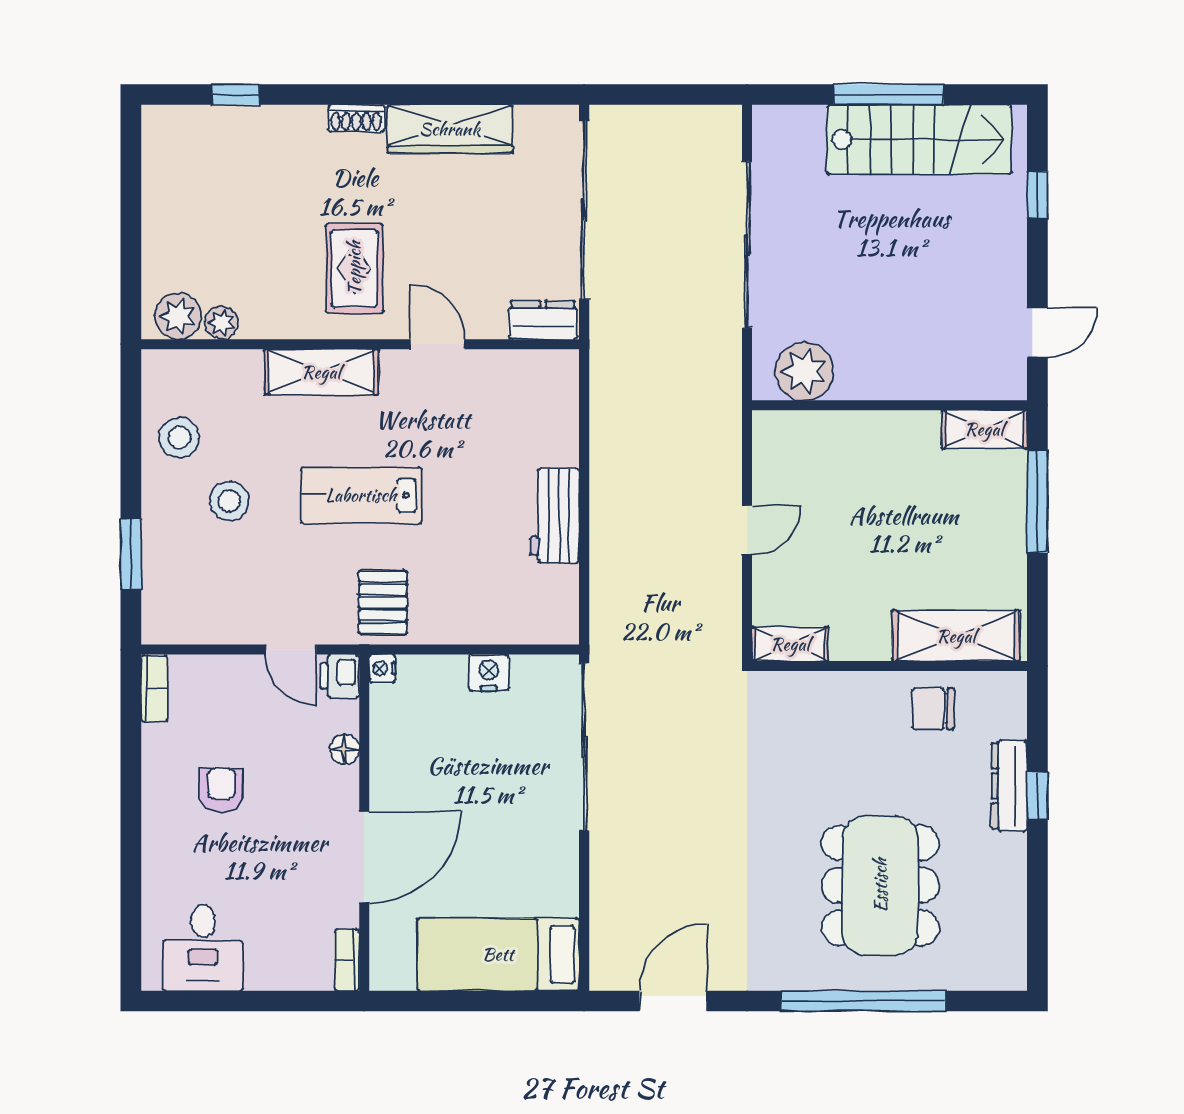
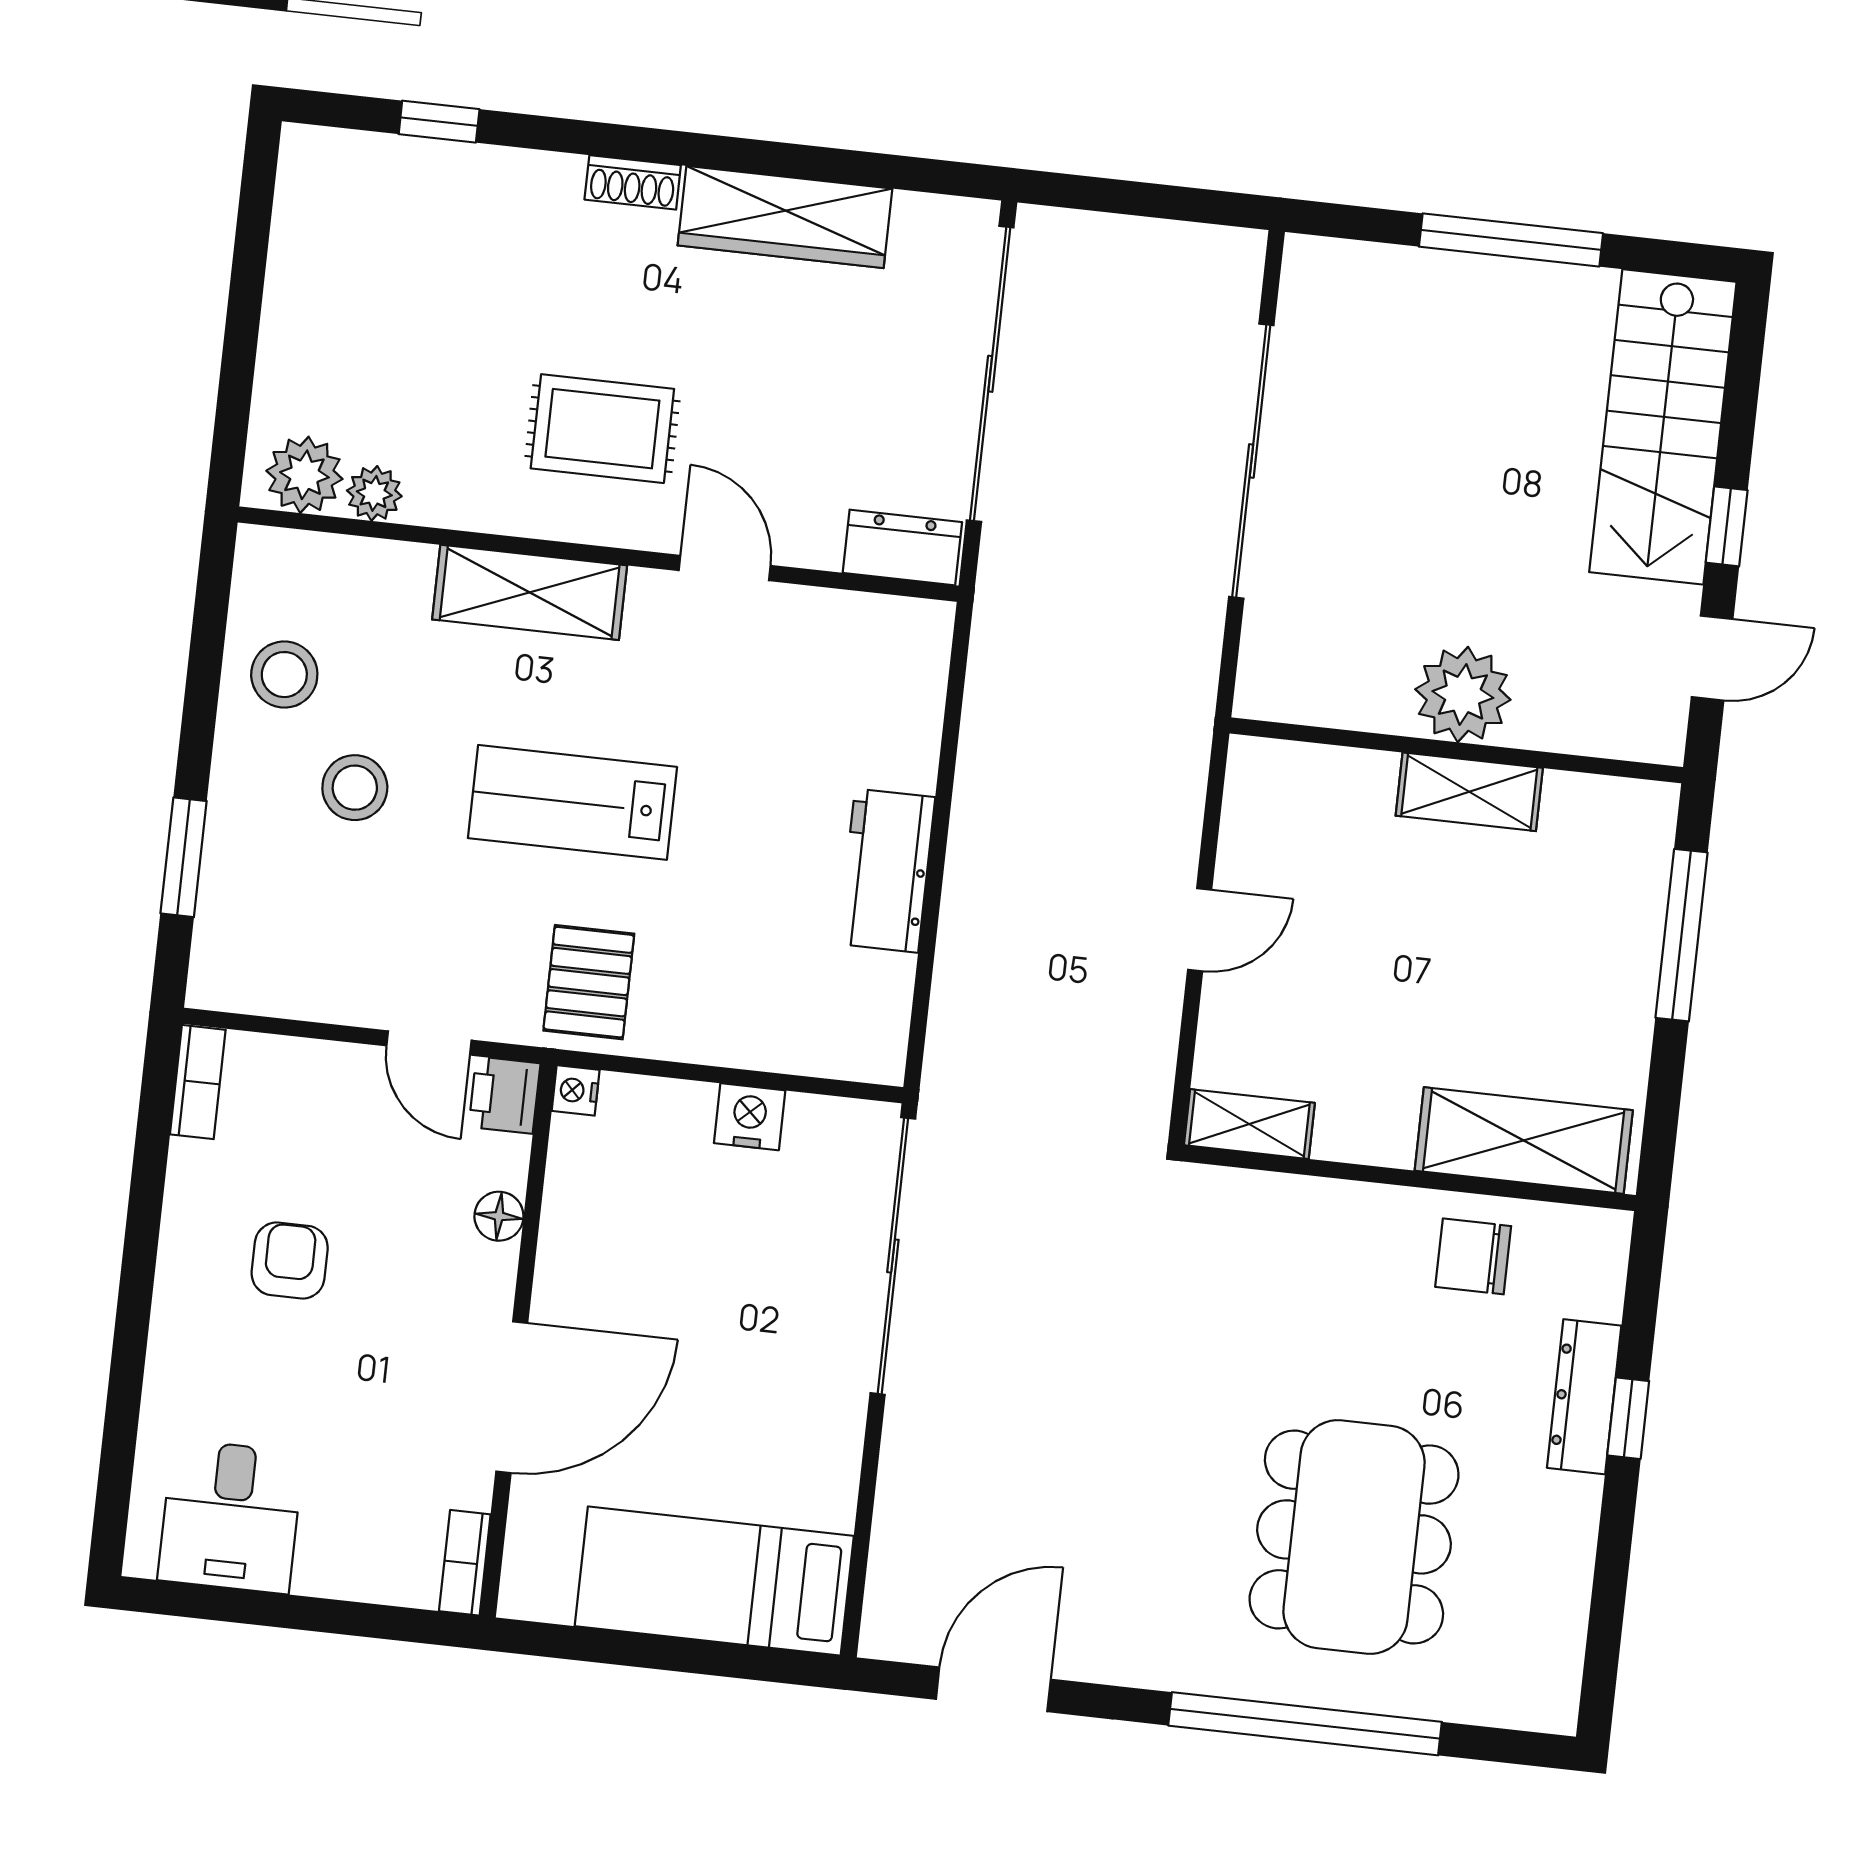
stairs: (919, 140) -> (1663, 427), moved, turned 90
window: (1037, 194) -> (1727, 526), moved
rug: (354, 268) -> (602, 429), turned 90
plant: (804, 371) -> (1463, 695), moved
shelving: (984, 429) -> (1469, 792), moved

